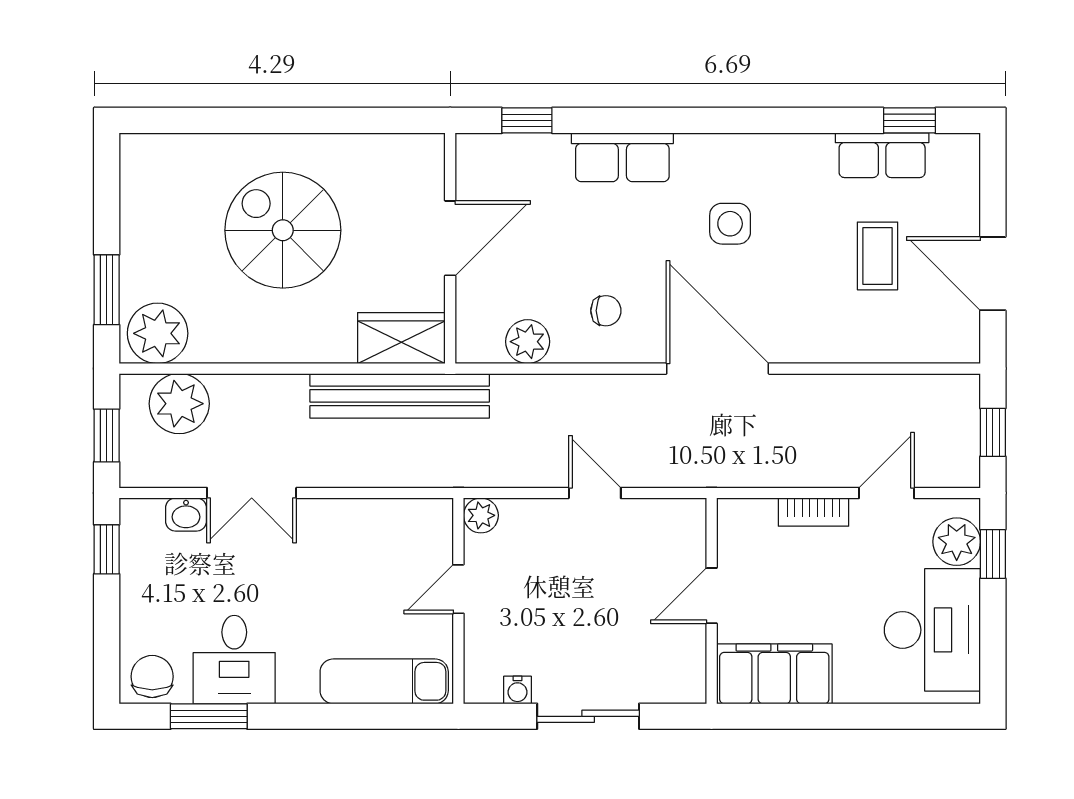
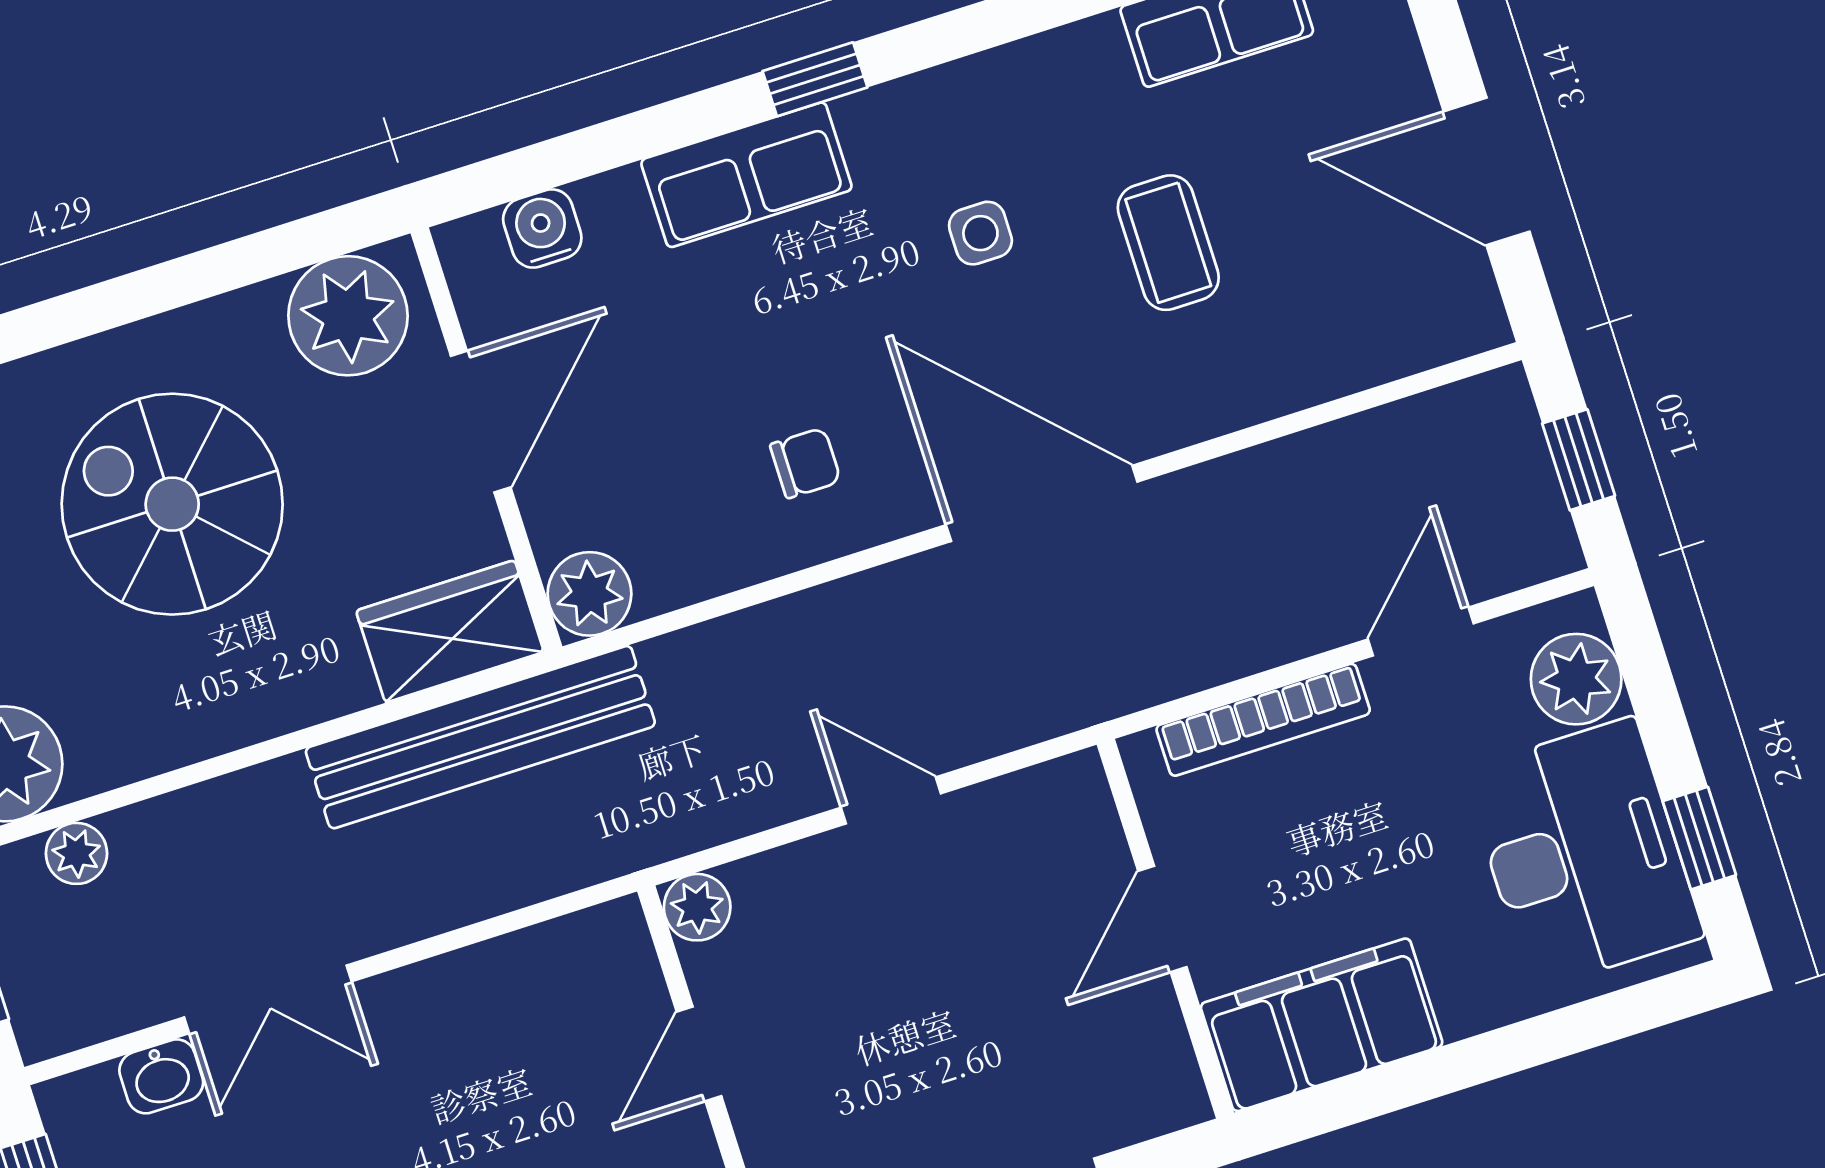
window: (527, 120) -> (815, 79), moved
water cooler: (512, 151) -> (542, 228), added
plant: (401, 164) -> (348, 316), added
side table: (730, 224) -> (980, 233), width x0.73, depth x0.73
coffee table: (878, 256) -> (1168, 243), moved
plant: (528, 342) -> (589, 594), moved
plant: (179, 404) -> (76, 853), width x0.53, depth x0.53
bookcase: (814, 512) -> (1263, 720), width x1.56
window: (993, 554) -> (1699, 838), moved

